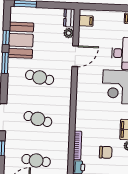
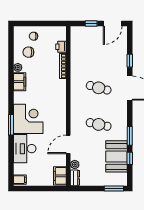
filing cabinet: (86, 21) -> (60, 176), width x2.00
chair: (106, 152) -> (28, 52), moved
cafe table: (36, 160) -> (99, 51), removed

